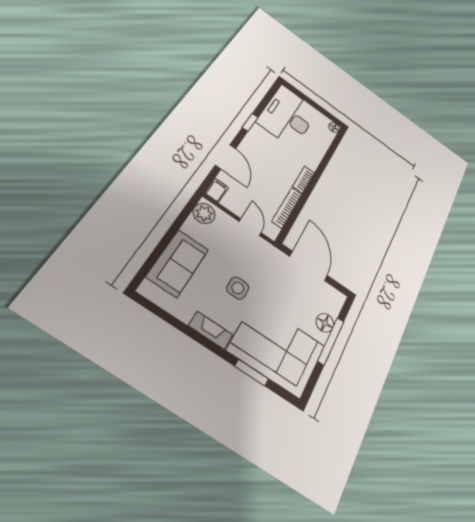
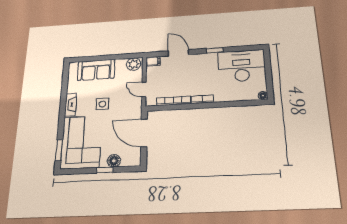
door: (225, 157) -> (178, 53), swing flipped
door: (250, 227) -> (144, 89), swing flipped
door: (309, 266) -> (144, 133), swing flipped
window: (331, 341) -> (105, 170), width x0.46
window: (252, 373) -> (59, 150), moved

